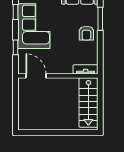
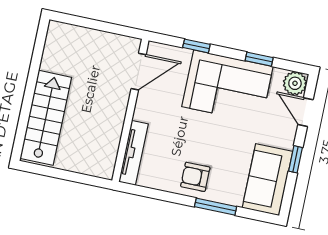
tv unit: (86, 69) -> (133, 153), width x1.41
stairs: (88, 102) -> (46, 118), moved, turned 90

